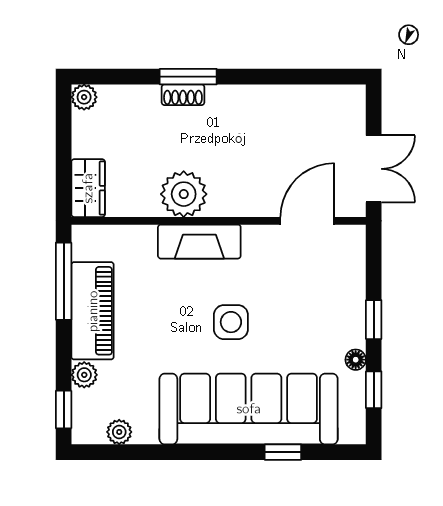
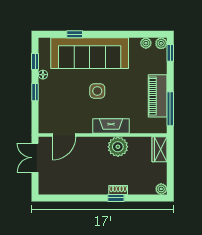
window: (188, 77) -> (116, 198), width x0.67
plant: (84, 375) -> (161, 43), moved

